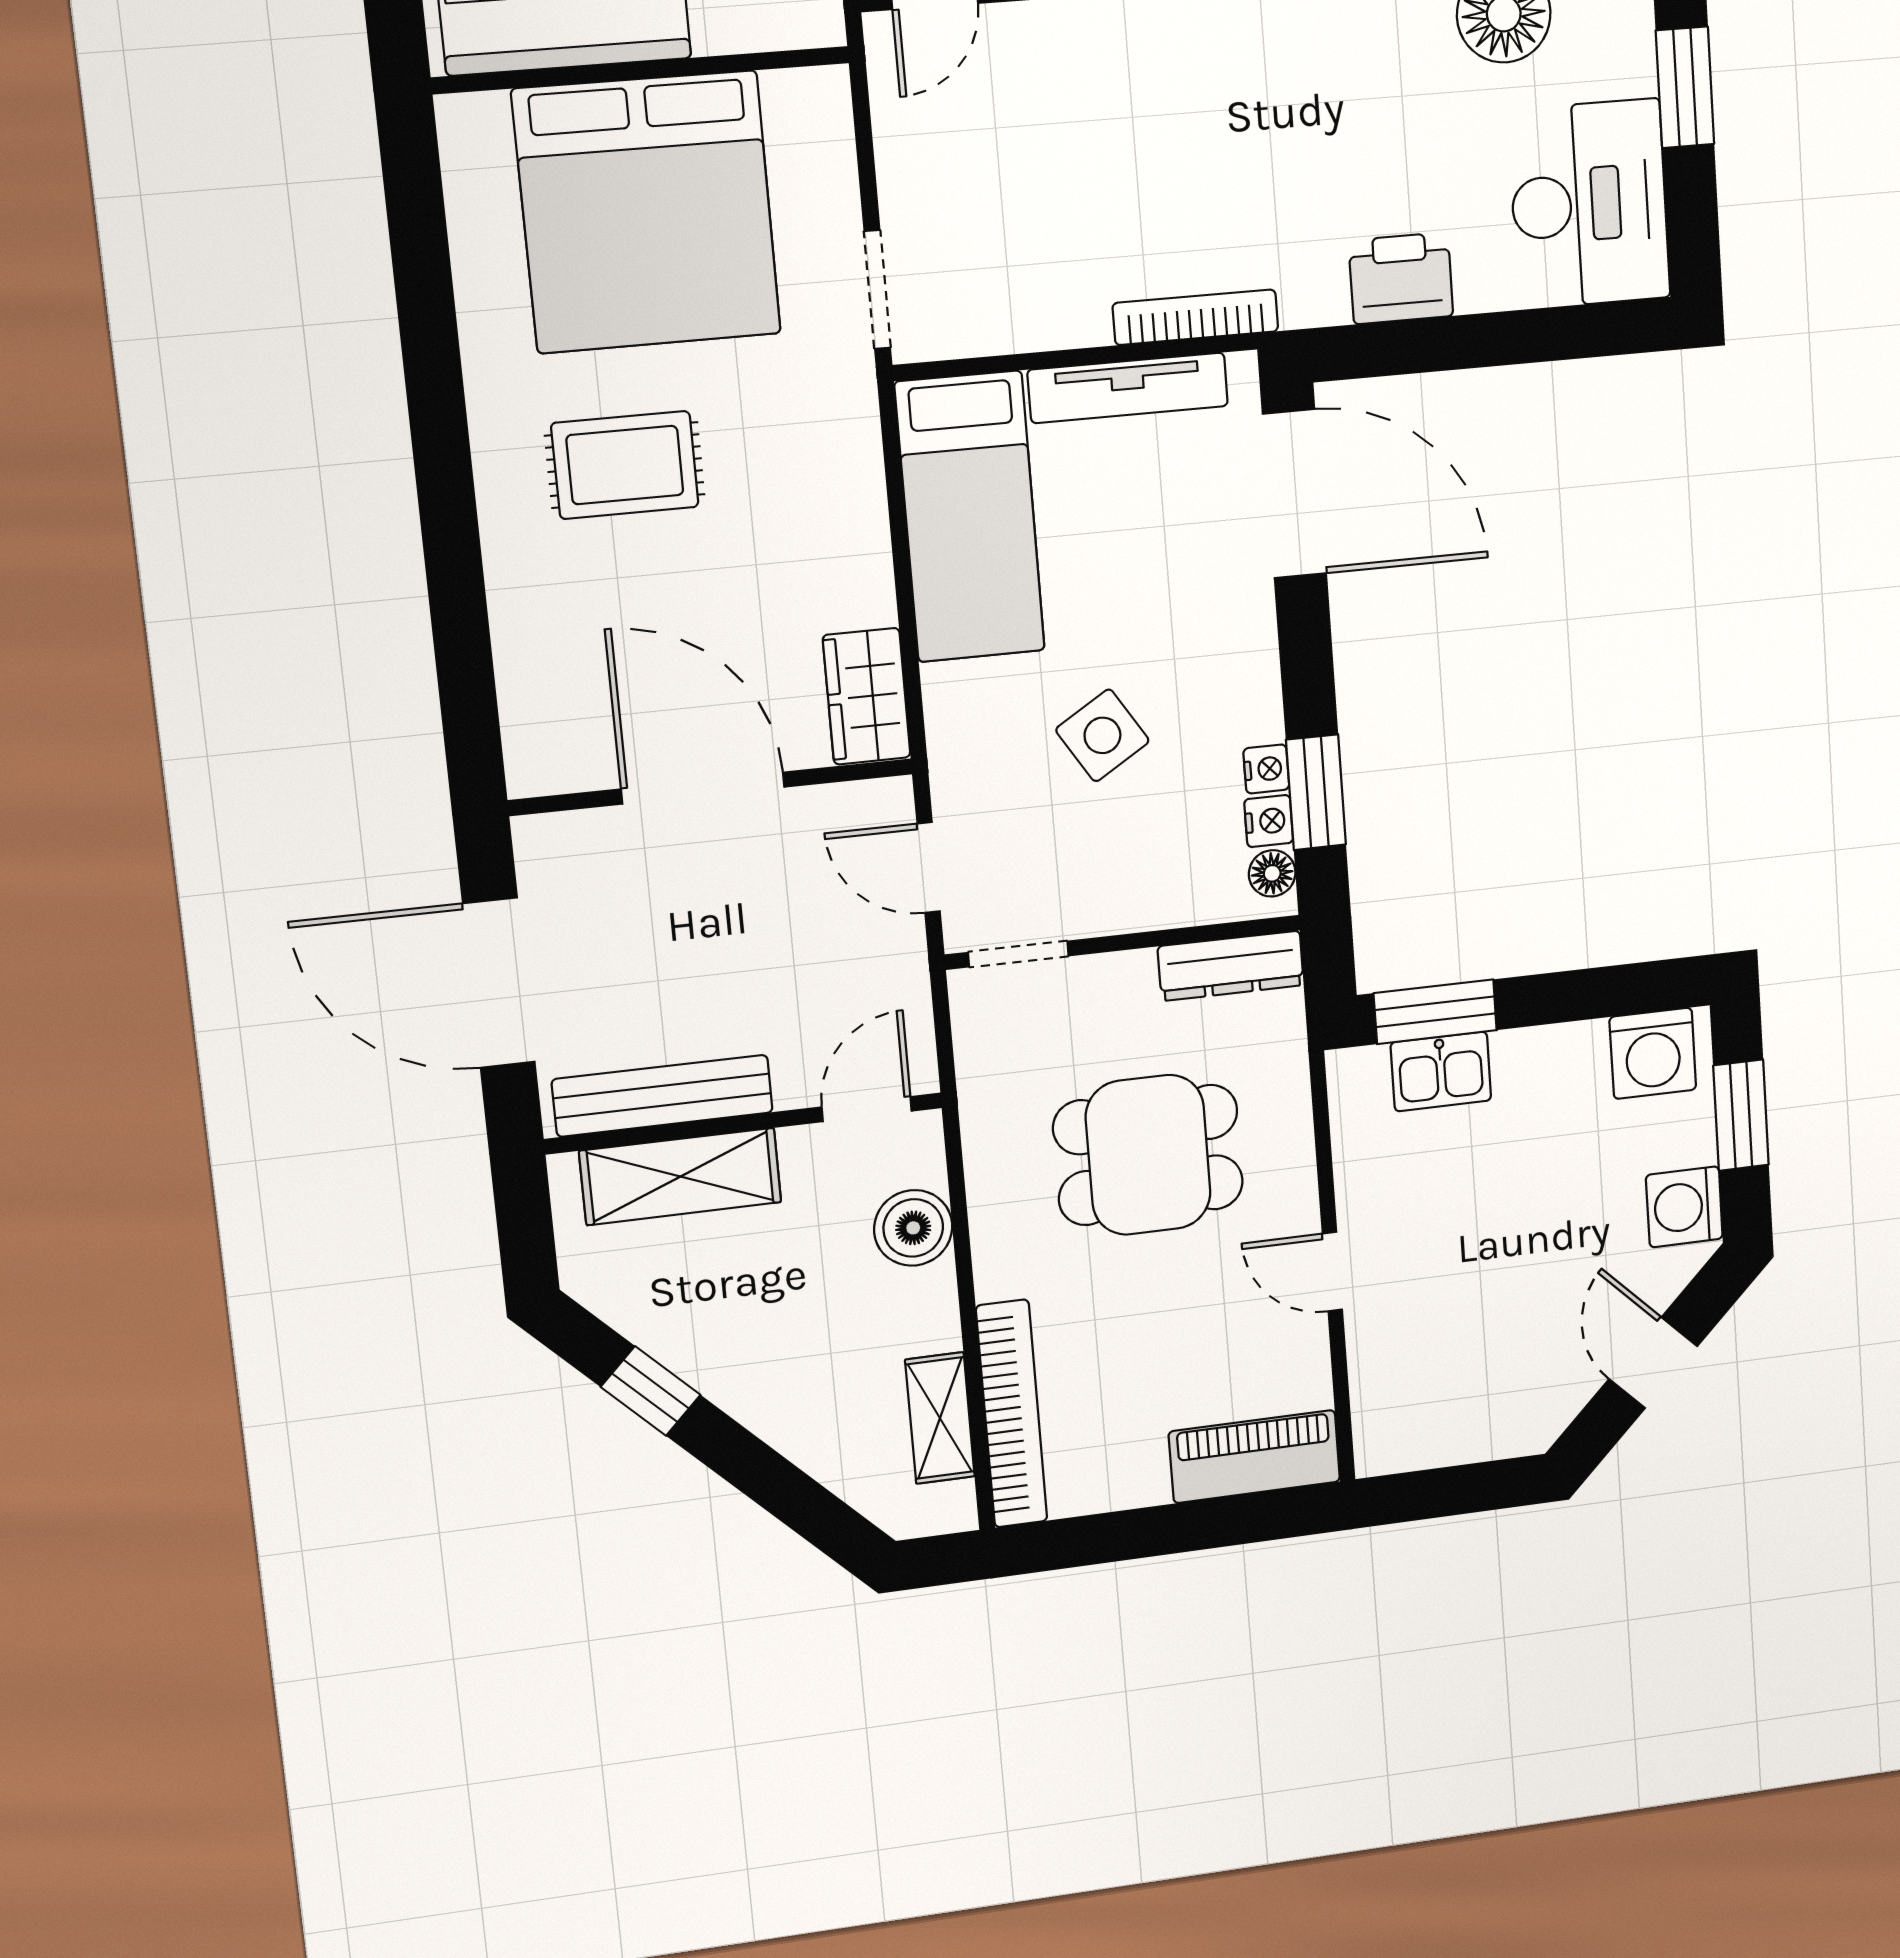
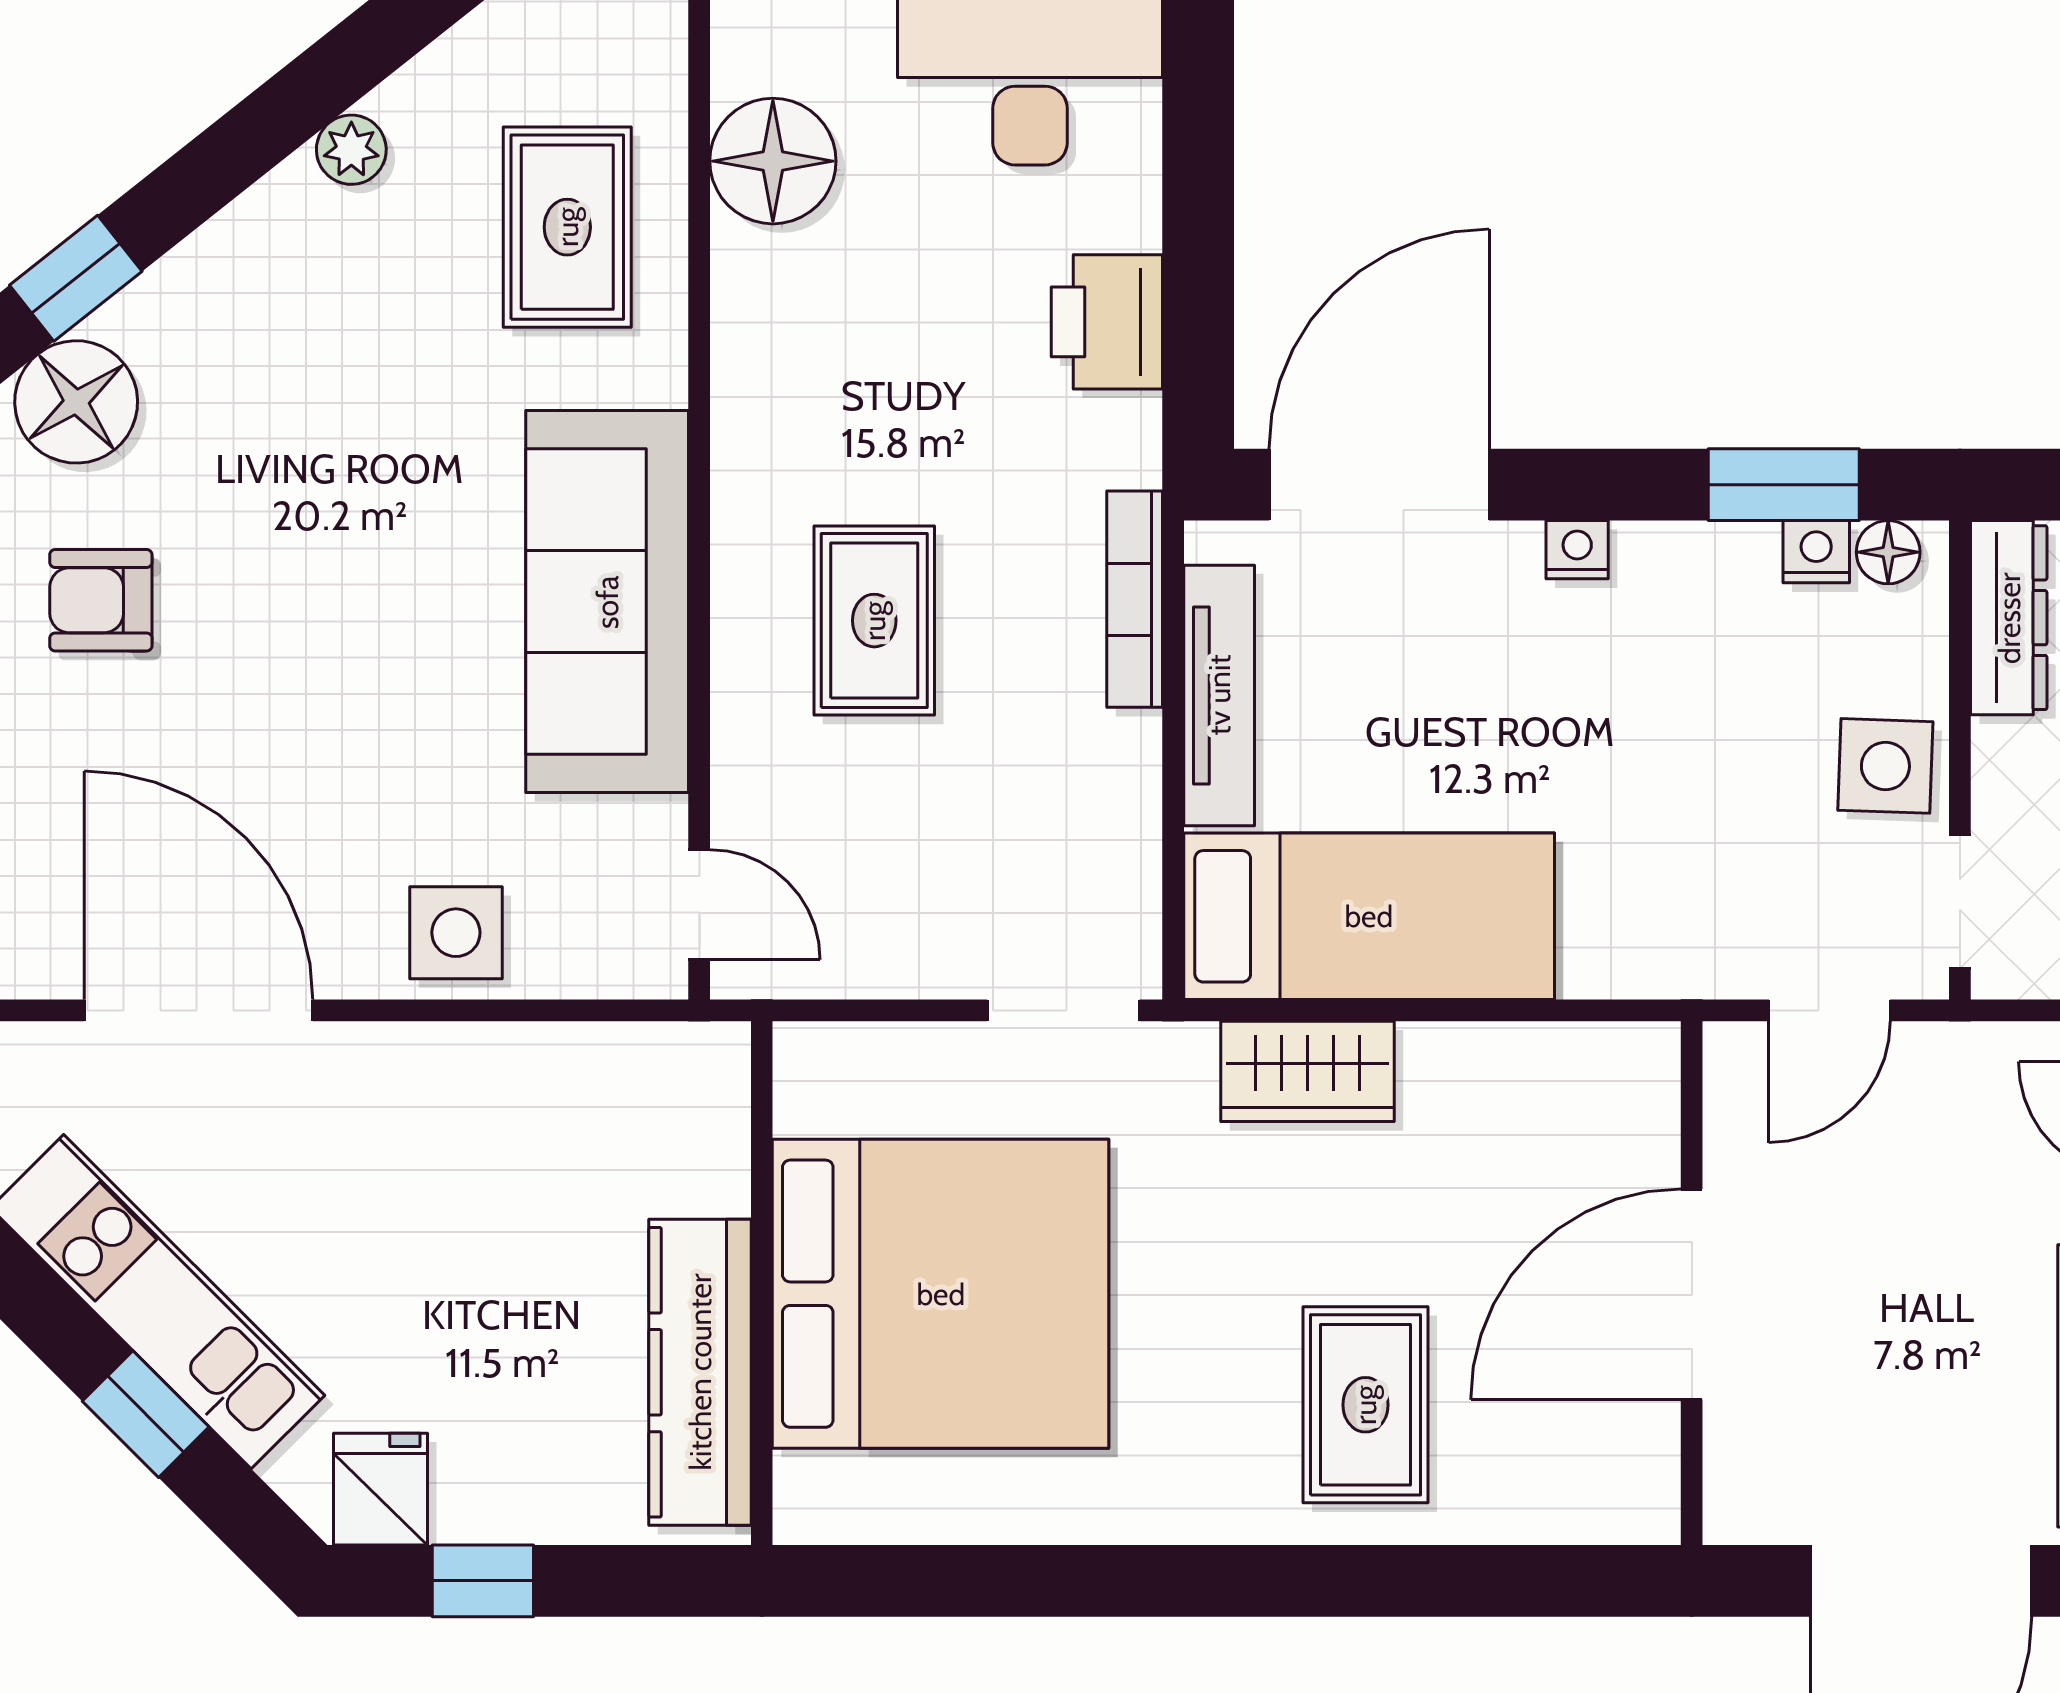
rug: (1164, 119) -> (874, 621), added
rug: (625, 465) -> (1365, 1405), moved
wardrobe: (867, 696) -> (1308, 1071), moved
side table: (1102, 735) -> (1885, 766), moved, turned 34
nightstand: (1266, 769) -> (1577, 550), moved

